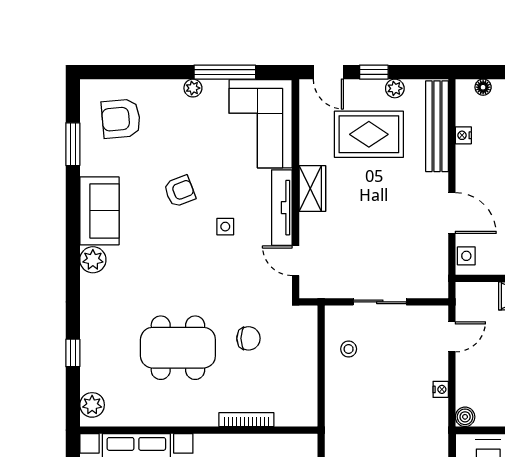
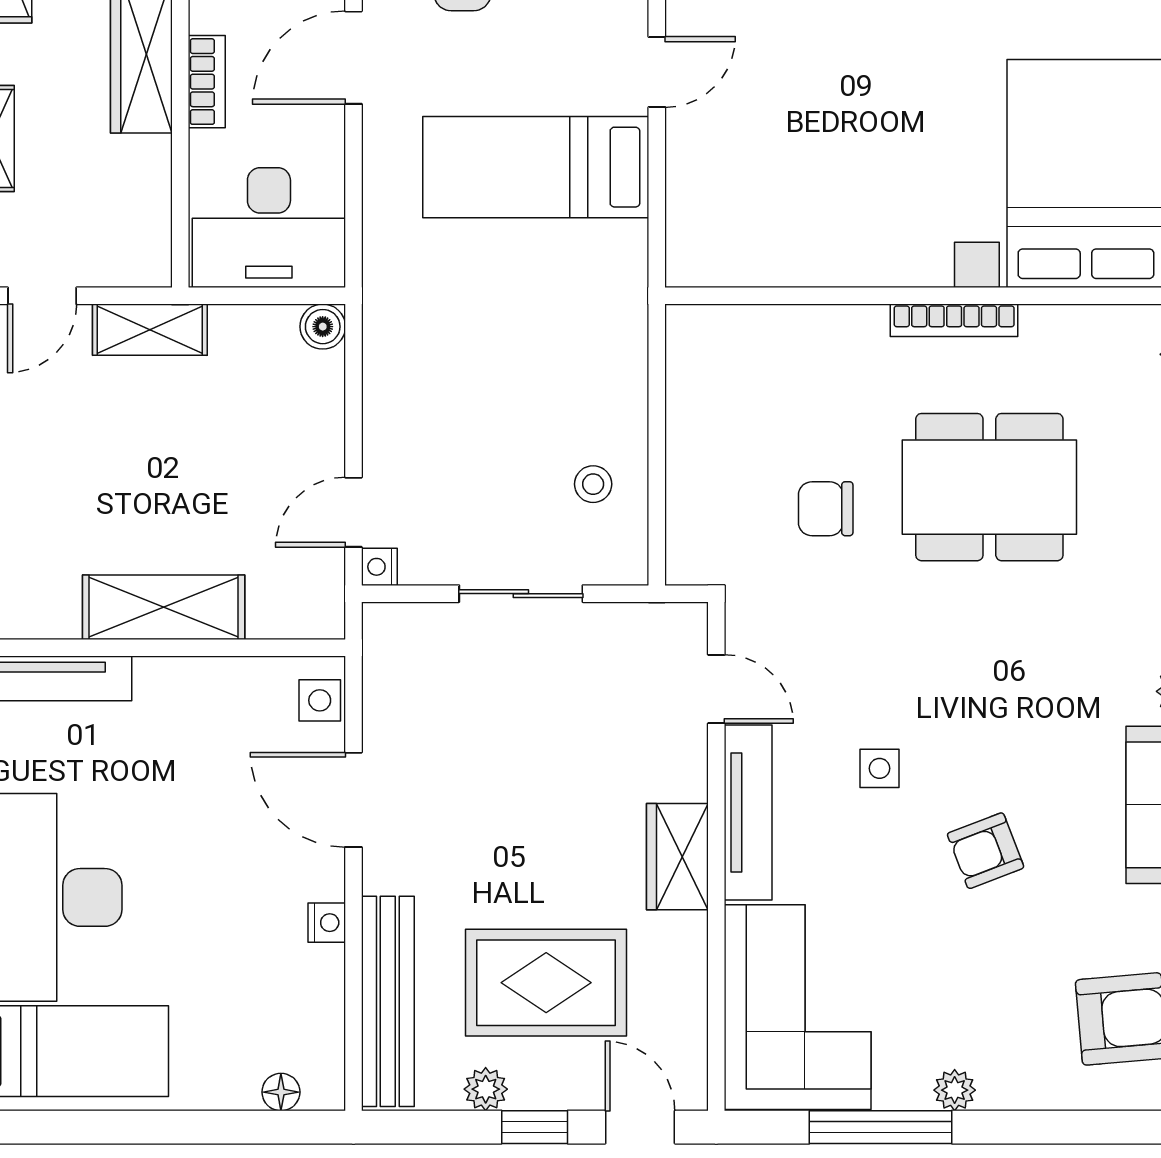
nightstand: (463, 135) -> (327, 923), moved
nightstand: (441, 389) -> (379, 567), moved
bookcase: (246, 420) -> (954, 320), moved

